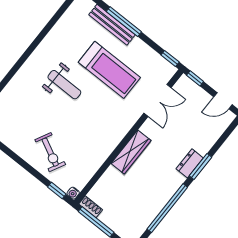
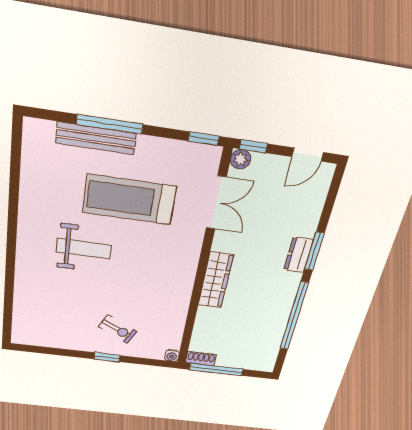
treadmill: (109, 70) -> (129, 200), turned 180
plant: (184, 82) -> (241, 159), added
exercise bike: (50, 152) -> (118, 329), width x0.73, depth x0.72
window: (57, 191) -> (107, 357), moved

